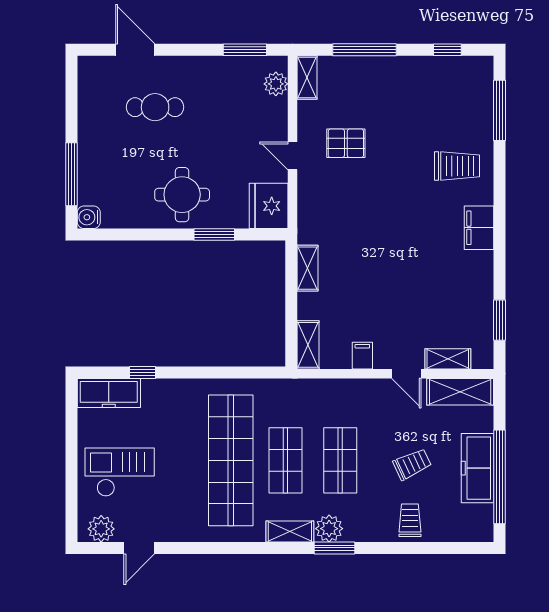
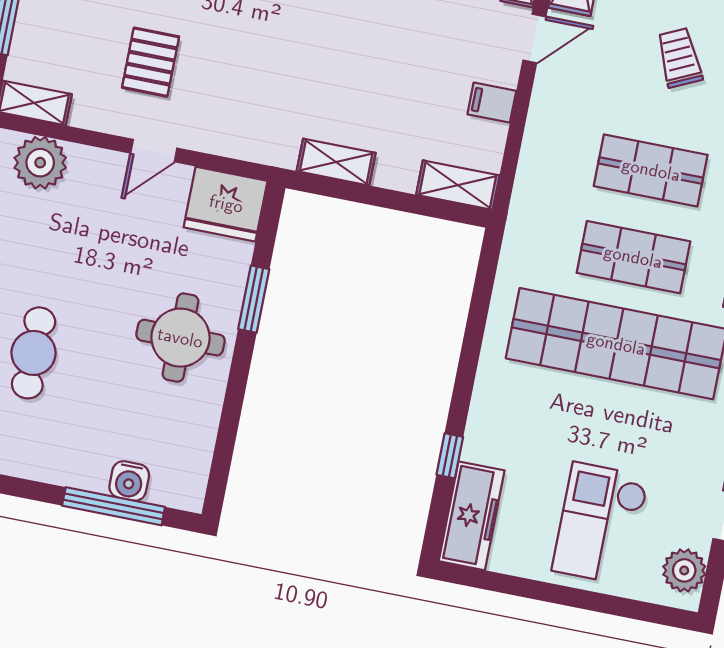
plant: (276, 84) -> (40, 163), width x1.36, depth x1.36
water cooler: (89, 217) -> (129, 481), moved

